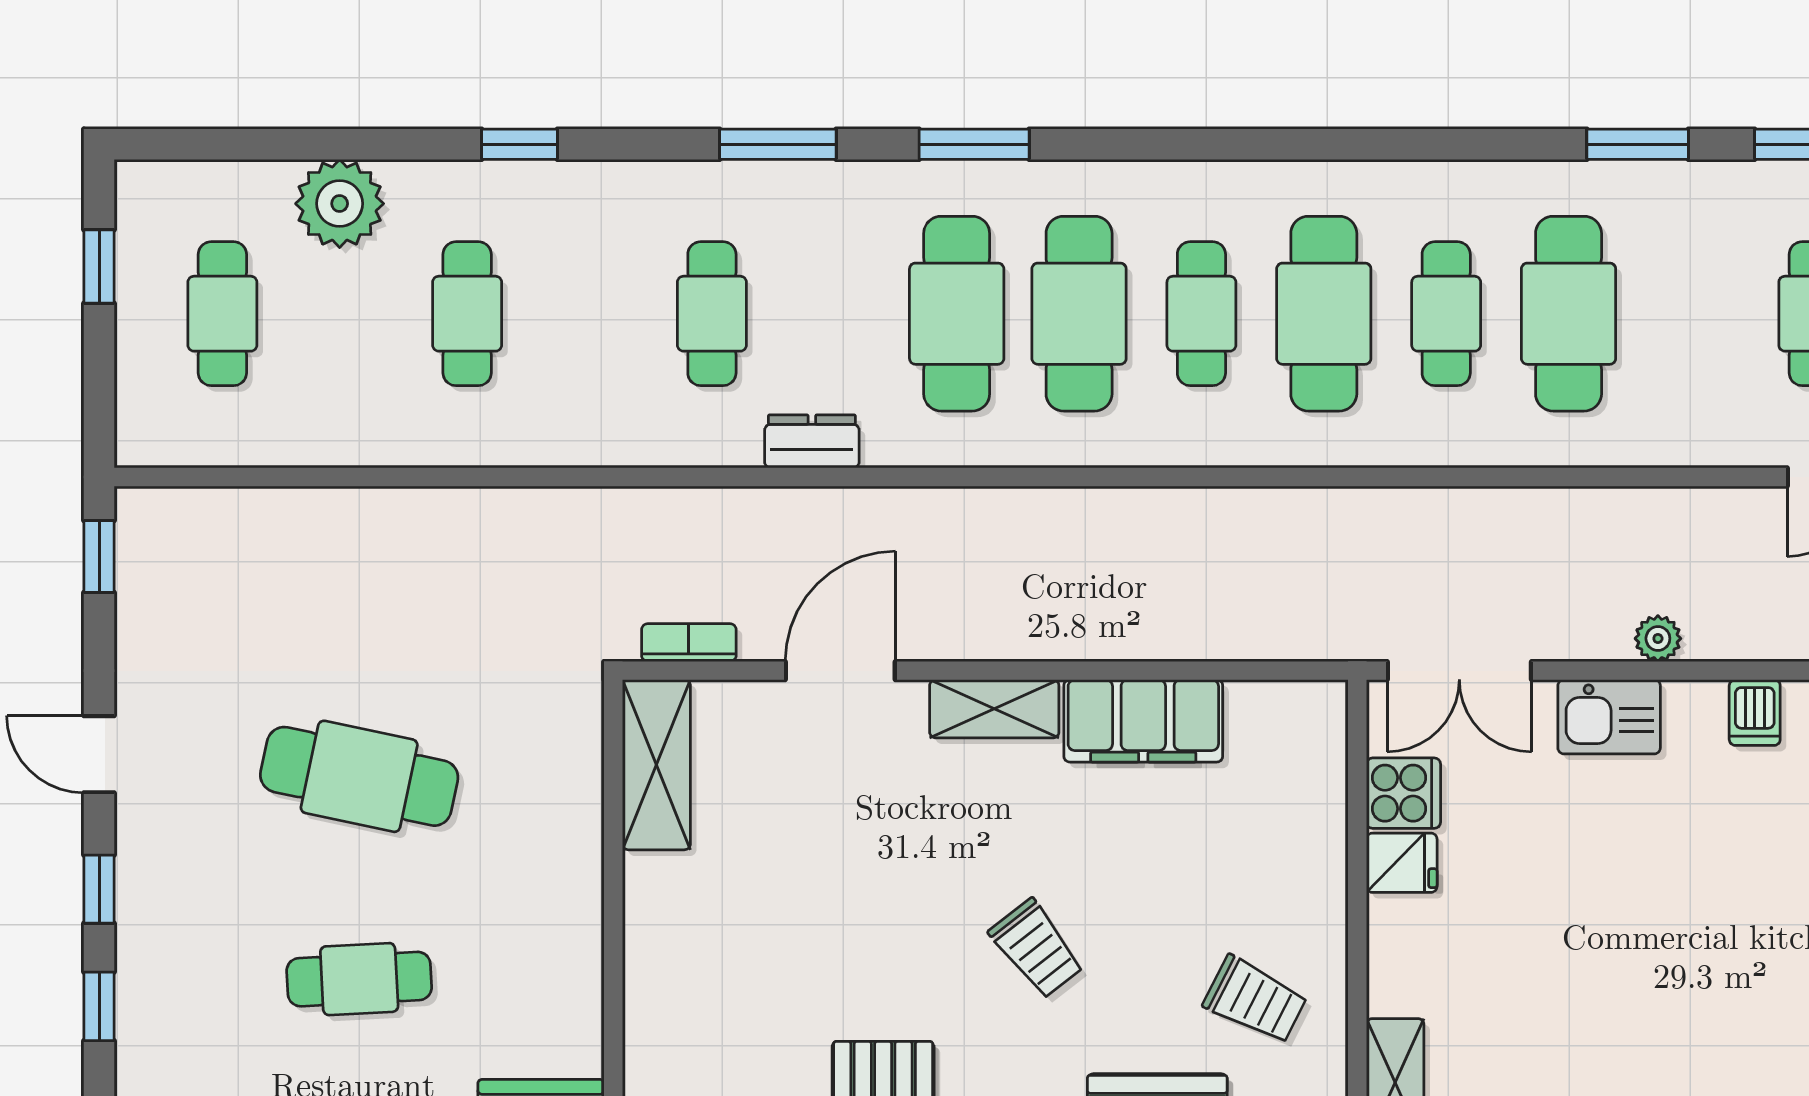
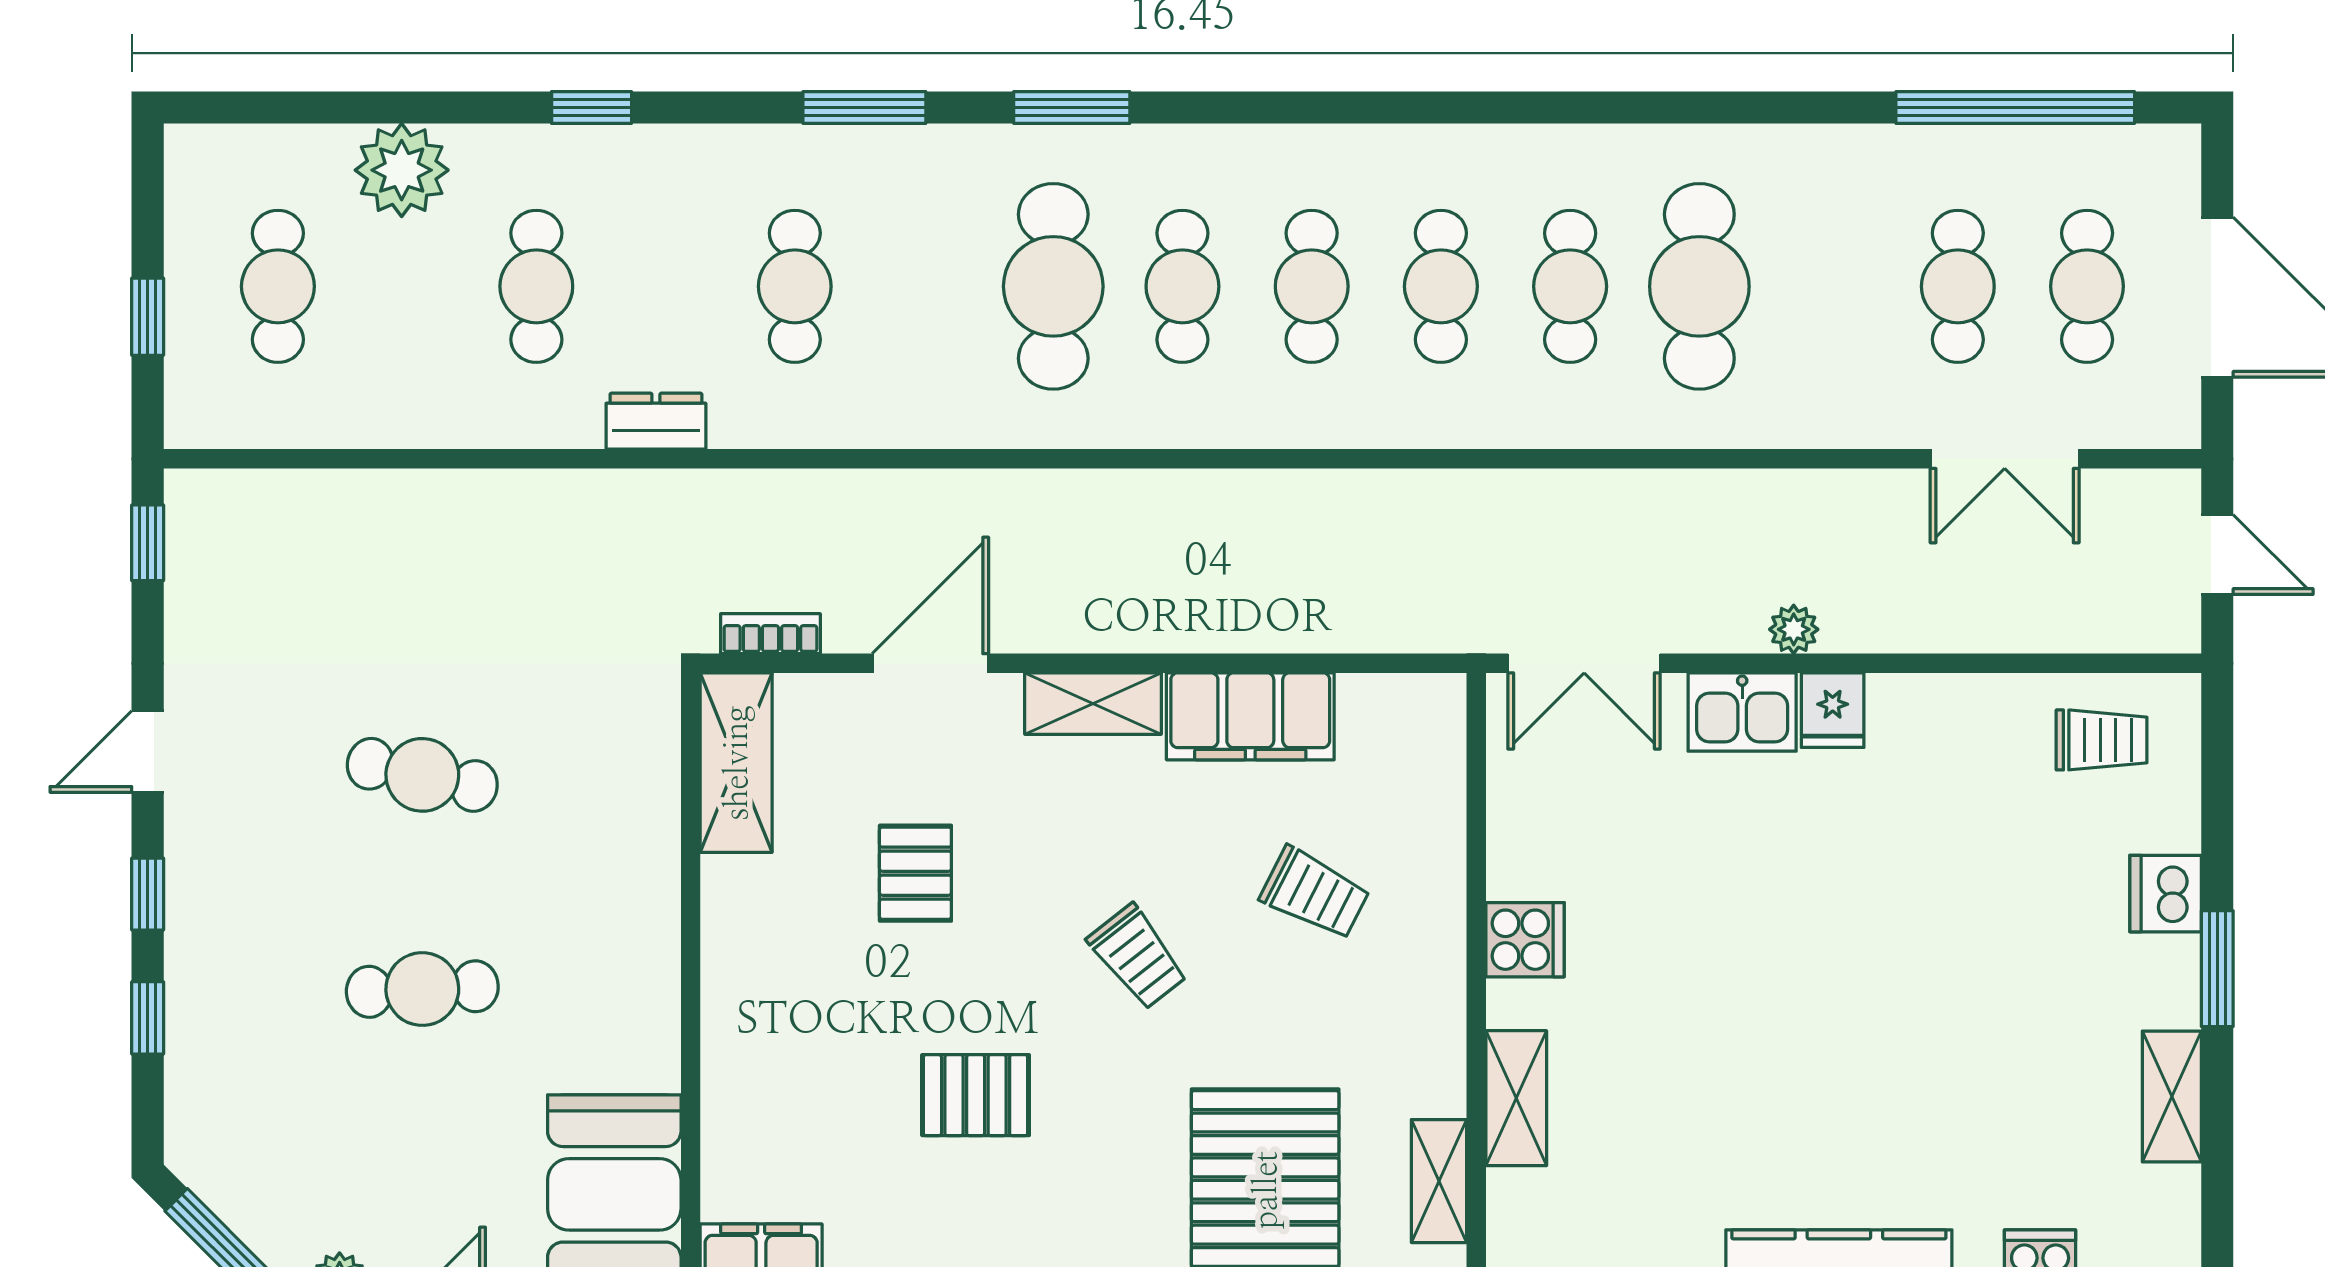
window: (1638, 144) -> (1772, 108), removed
window: (99, 266) -> (148, 317), moved
cafe table: (1079, 314) -> (1182, 286), width x0.73, depth x0.74
cafe table: (1324, 314) -> (1441, 286), width x0.73, depth x0.74
dresser: (812, 441) -> (656, 421), moved
dishwasher: (1755, 712) -> (1896, 708), removed
door: (99, 754) -> (148, 752), hinge flipped
cafe table: (359, 776) -> (422, 775), width x0.73, depth x0.74
cooker: (1403, 793) -> (1525, 940), moved
fridge: (1402, 863) -> (1833, 710), moved, turned 90
pallet: (826, 869) -> (915, 873), added
trolley: (1255, 1000) -> (1315, 893), moved

